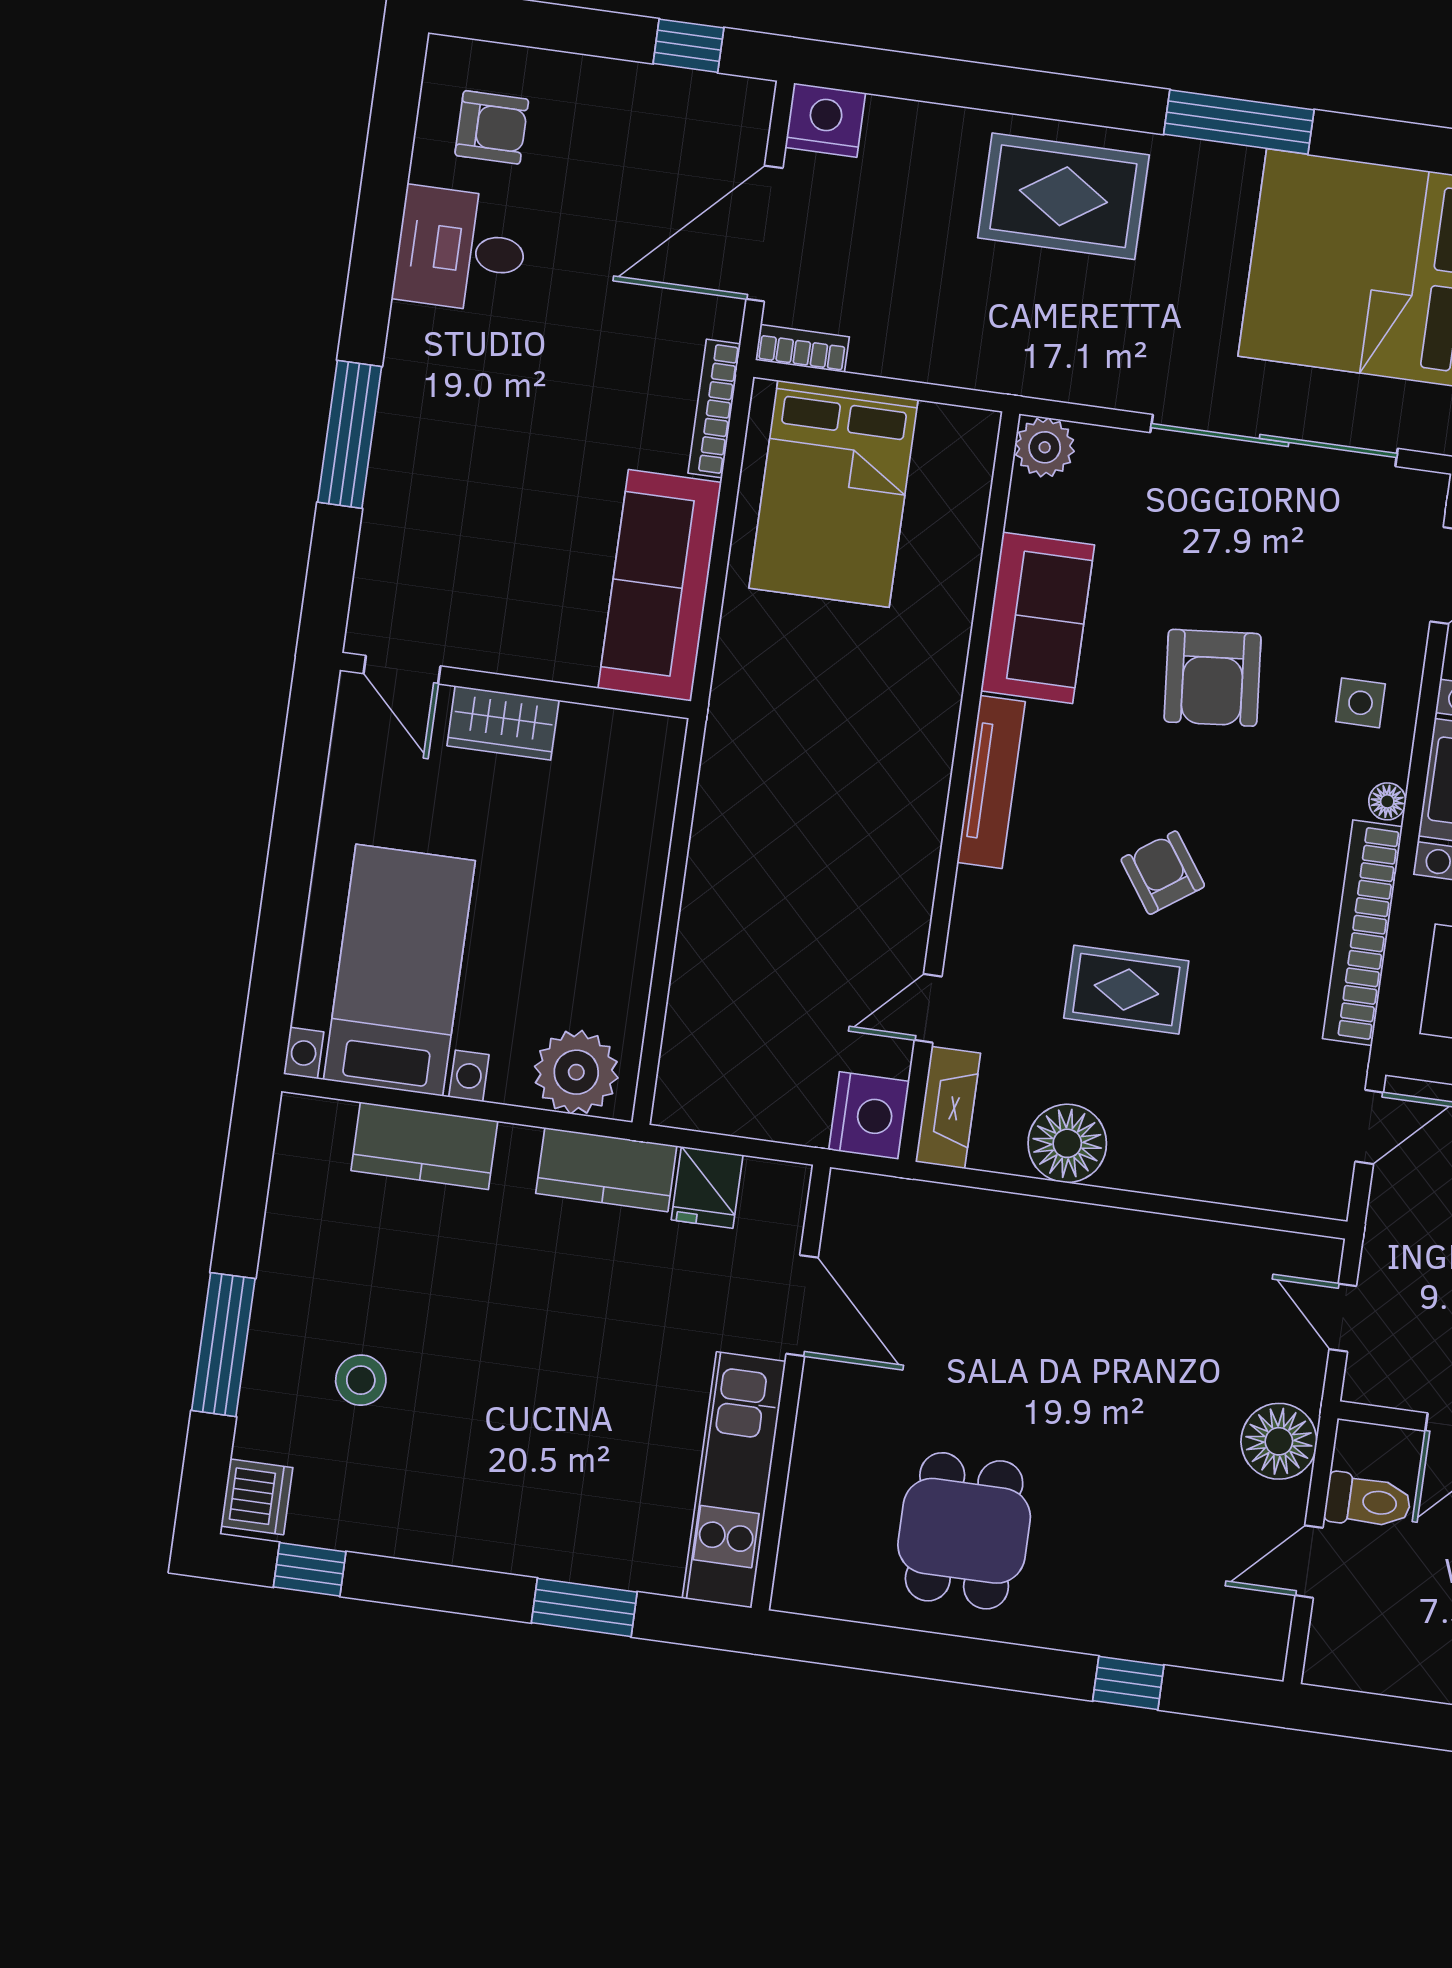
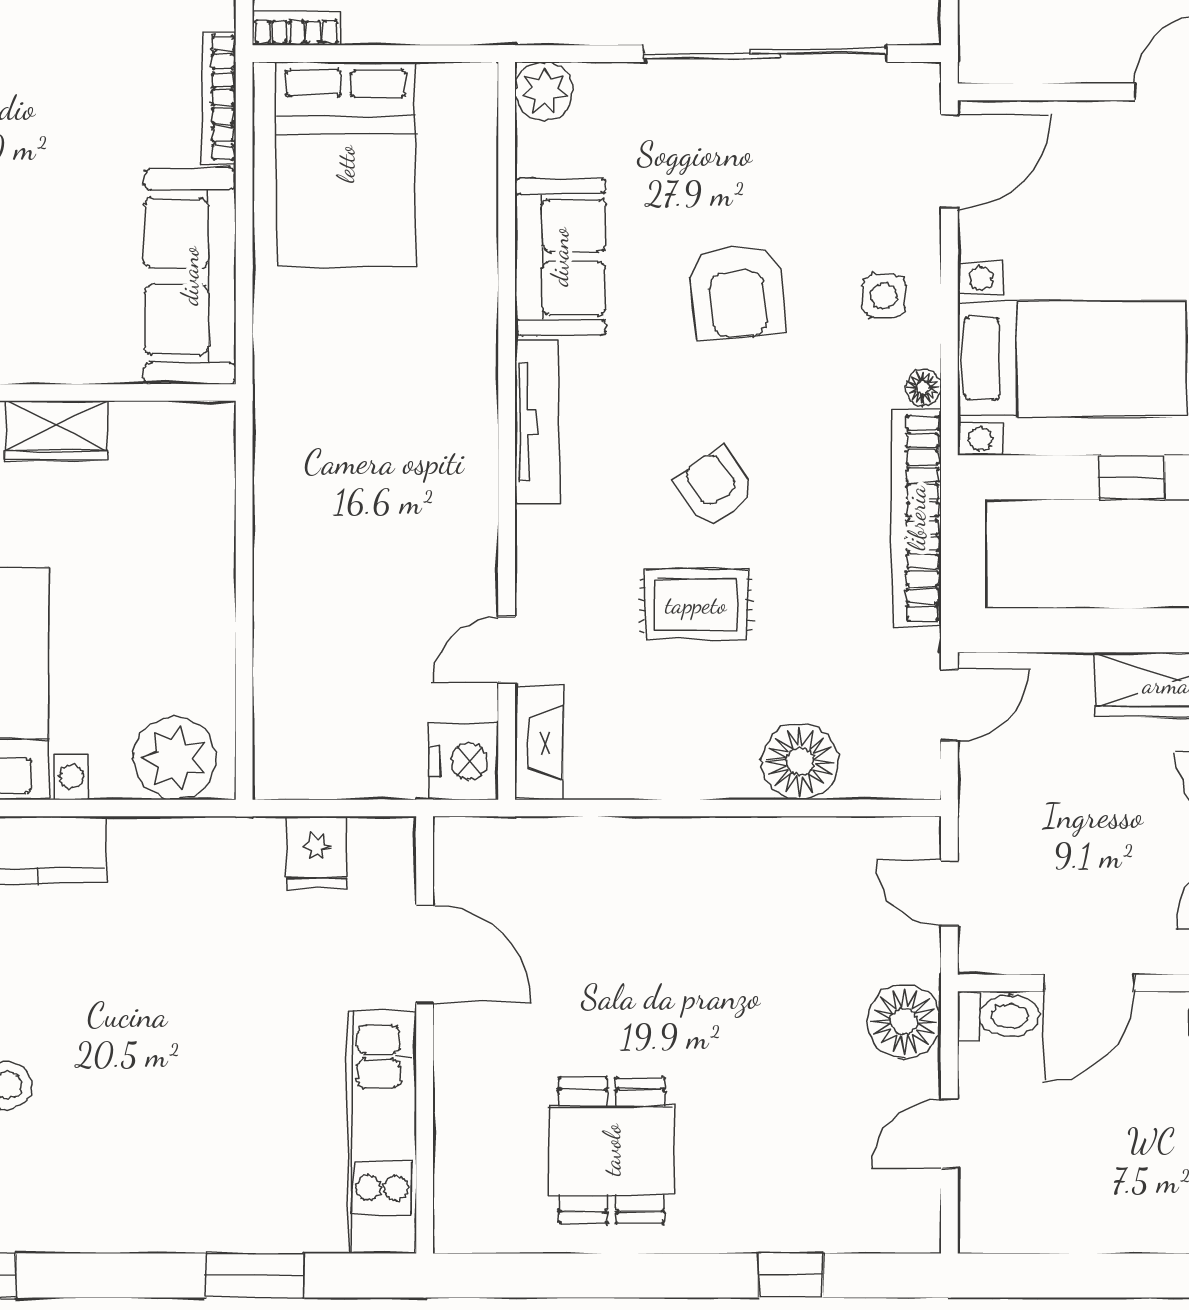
floor lamp: (1067, 1143) -> (800, 762), moved
kitchen counter: (606, 1170) -> (217, 849), removed
toilet: (1368, 1501) -> (998, 1016), moved

